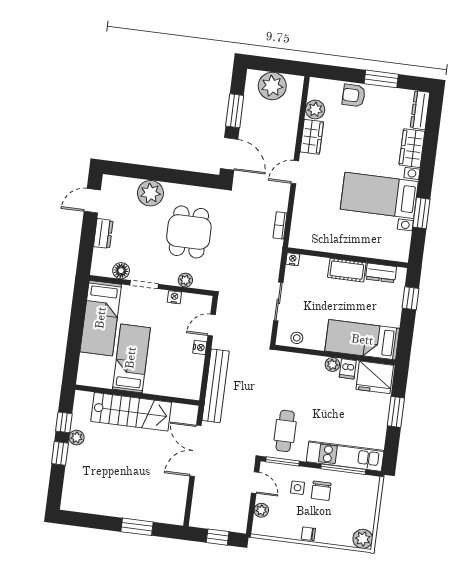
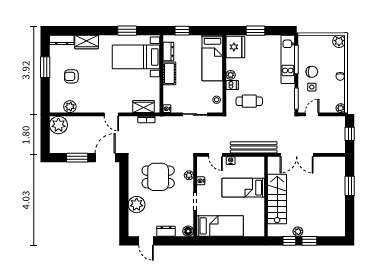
plant: (272, 86) -> (58, 125), moved
armchair: (354, 95) -> (71, 76), moved, turned 90
wardrobe: (312, 137) -> (143, 107), moved
bed with nightstands: (379, 195) -> (136, 57), moved, turned 90
floor lamp: (121, 271) -> (188, 231), moved
bed: (131, 358) -> (243, 188), moved
dishwasher: (348, 369) -> (232, 85), moved
cafe table: (285, 431) -> (249, 101), moved
plant: (261, 510) -> (341, 108), moved

